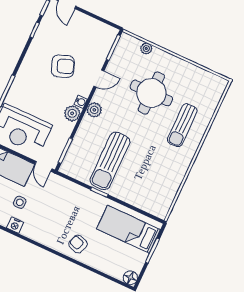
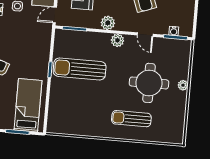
plant: (146, 49) -> (183, 85), moved
water cooler: (81, 102) -> (174, 31), moved

